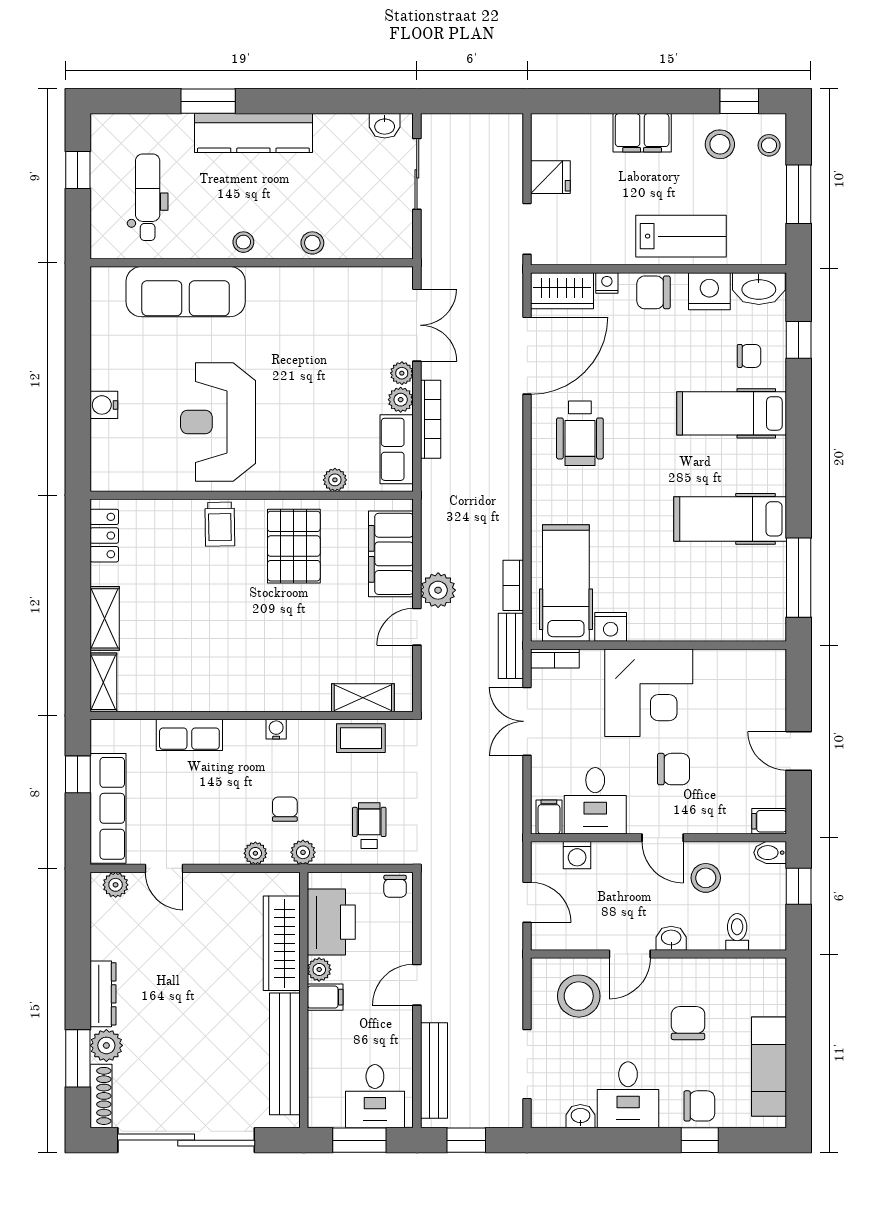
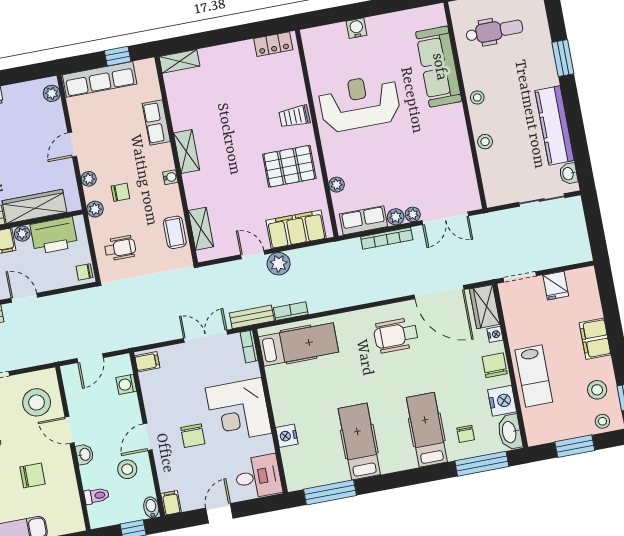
kitchen counter: (253, 133) -> (555, 126), moved
window: (799, 340) -> (482, 464), width x2.17
shelving: (105, 618) -> (187, 152), moved, turned 90
nightstand: (611, 627) -> (287, 436), moved
desk: (595, 801) -> (258, 477), moved, turned 180
door: (164, 868) -> (72, 145), moved

